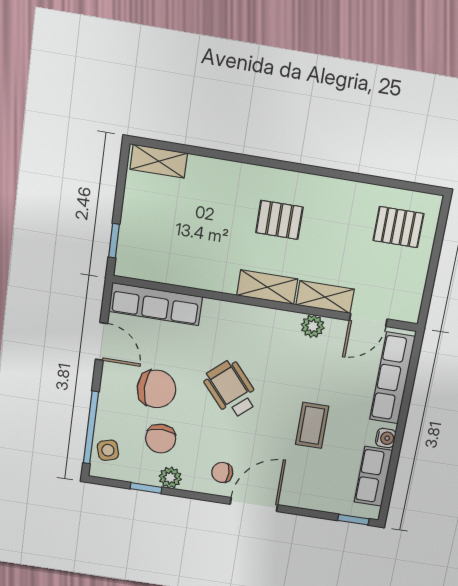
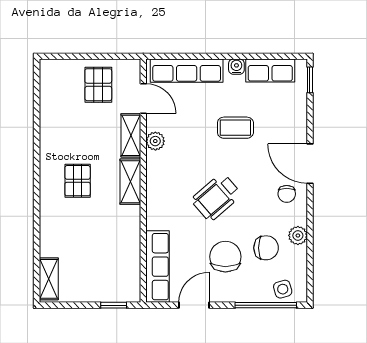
pallet: (398, 227) -> (98, 85), moved
window: (146, 488) -> (310, 254), removed

